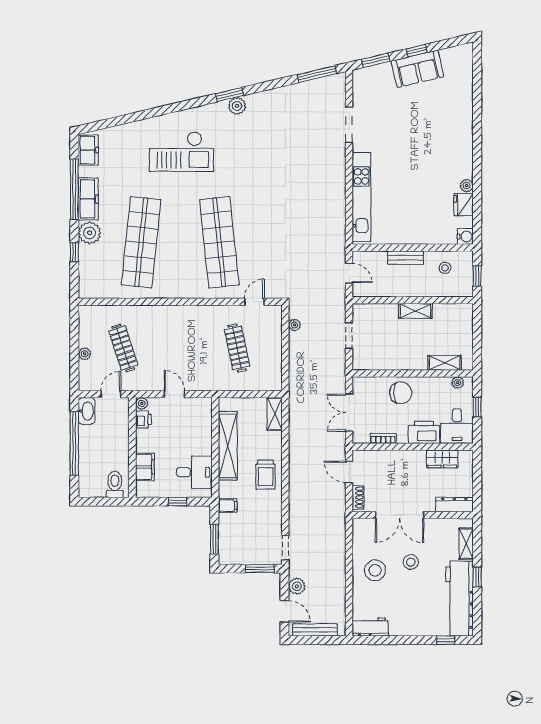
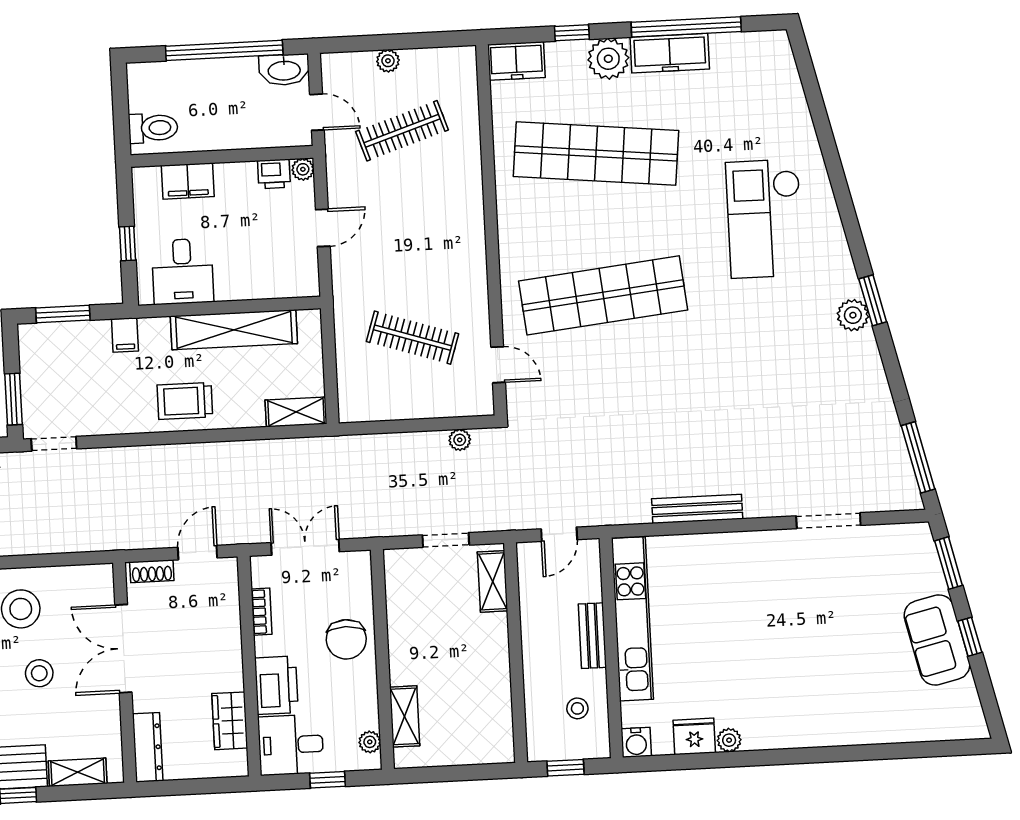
freezer: (88, 150) -> (516, 61), moved
bench: (339, 197) -> (697, 509), added
kitchen unit: (361, 197) -> (632, 619), moved, turned -90
shelving: (415, 311) -> (493, 581), moved
clothes rail: (237, 348) -> (413, 338), turned 30

